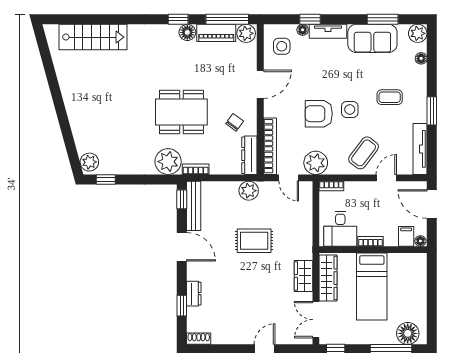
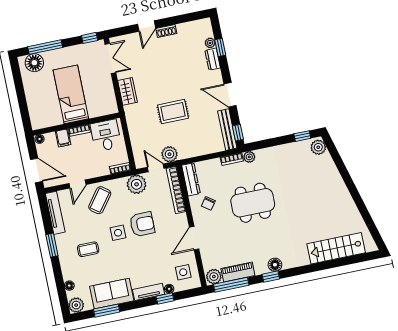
floor lamp: (187, 32) -> (275, 265), moved
plant: (168, 162) -> (249, 157), width x0.53, depth x0.53
plant: (249, 191) -> (169, 154), moved
filing cabinet: (406, 236) -> (63, 138), moved
wardrobe: (328, 278) -> (107, 94), removed
plant: (193, 314) -> (210, 43), added
shoe rack: (199, 339) -> (166, 31), moved

